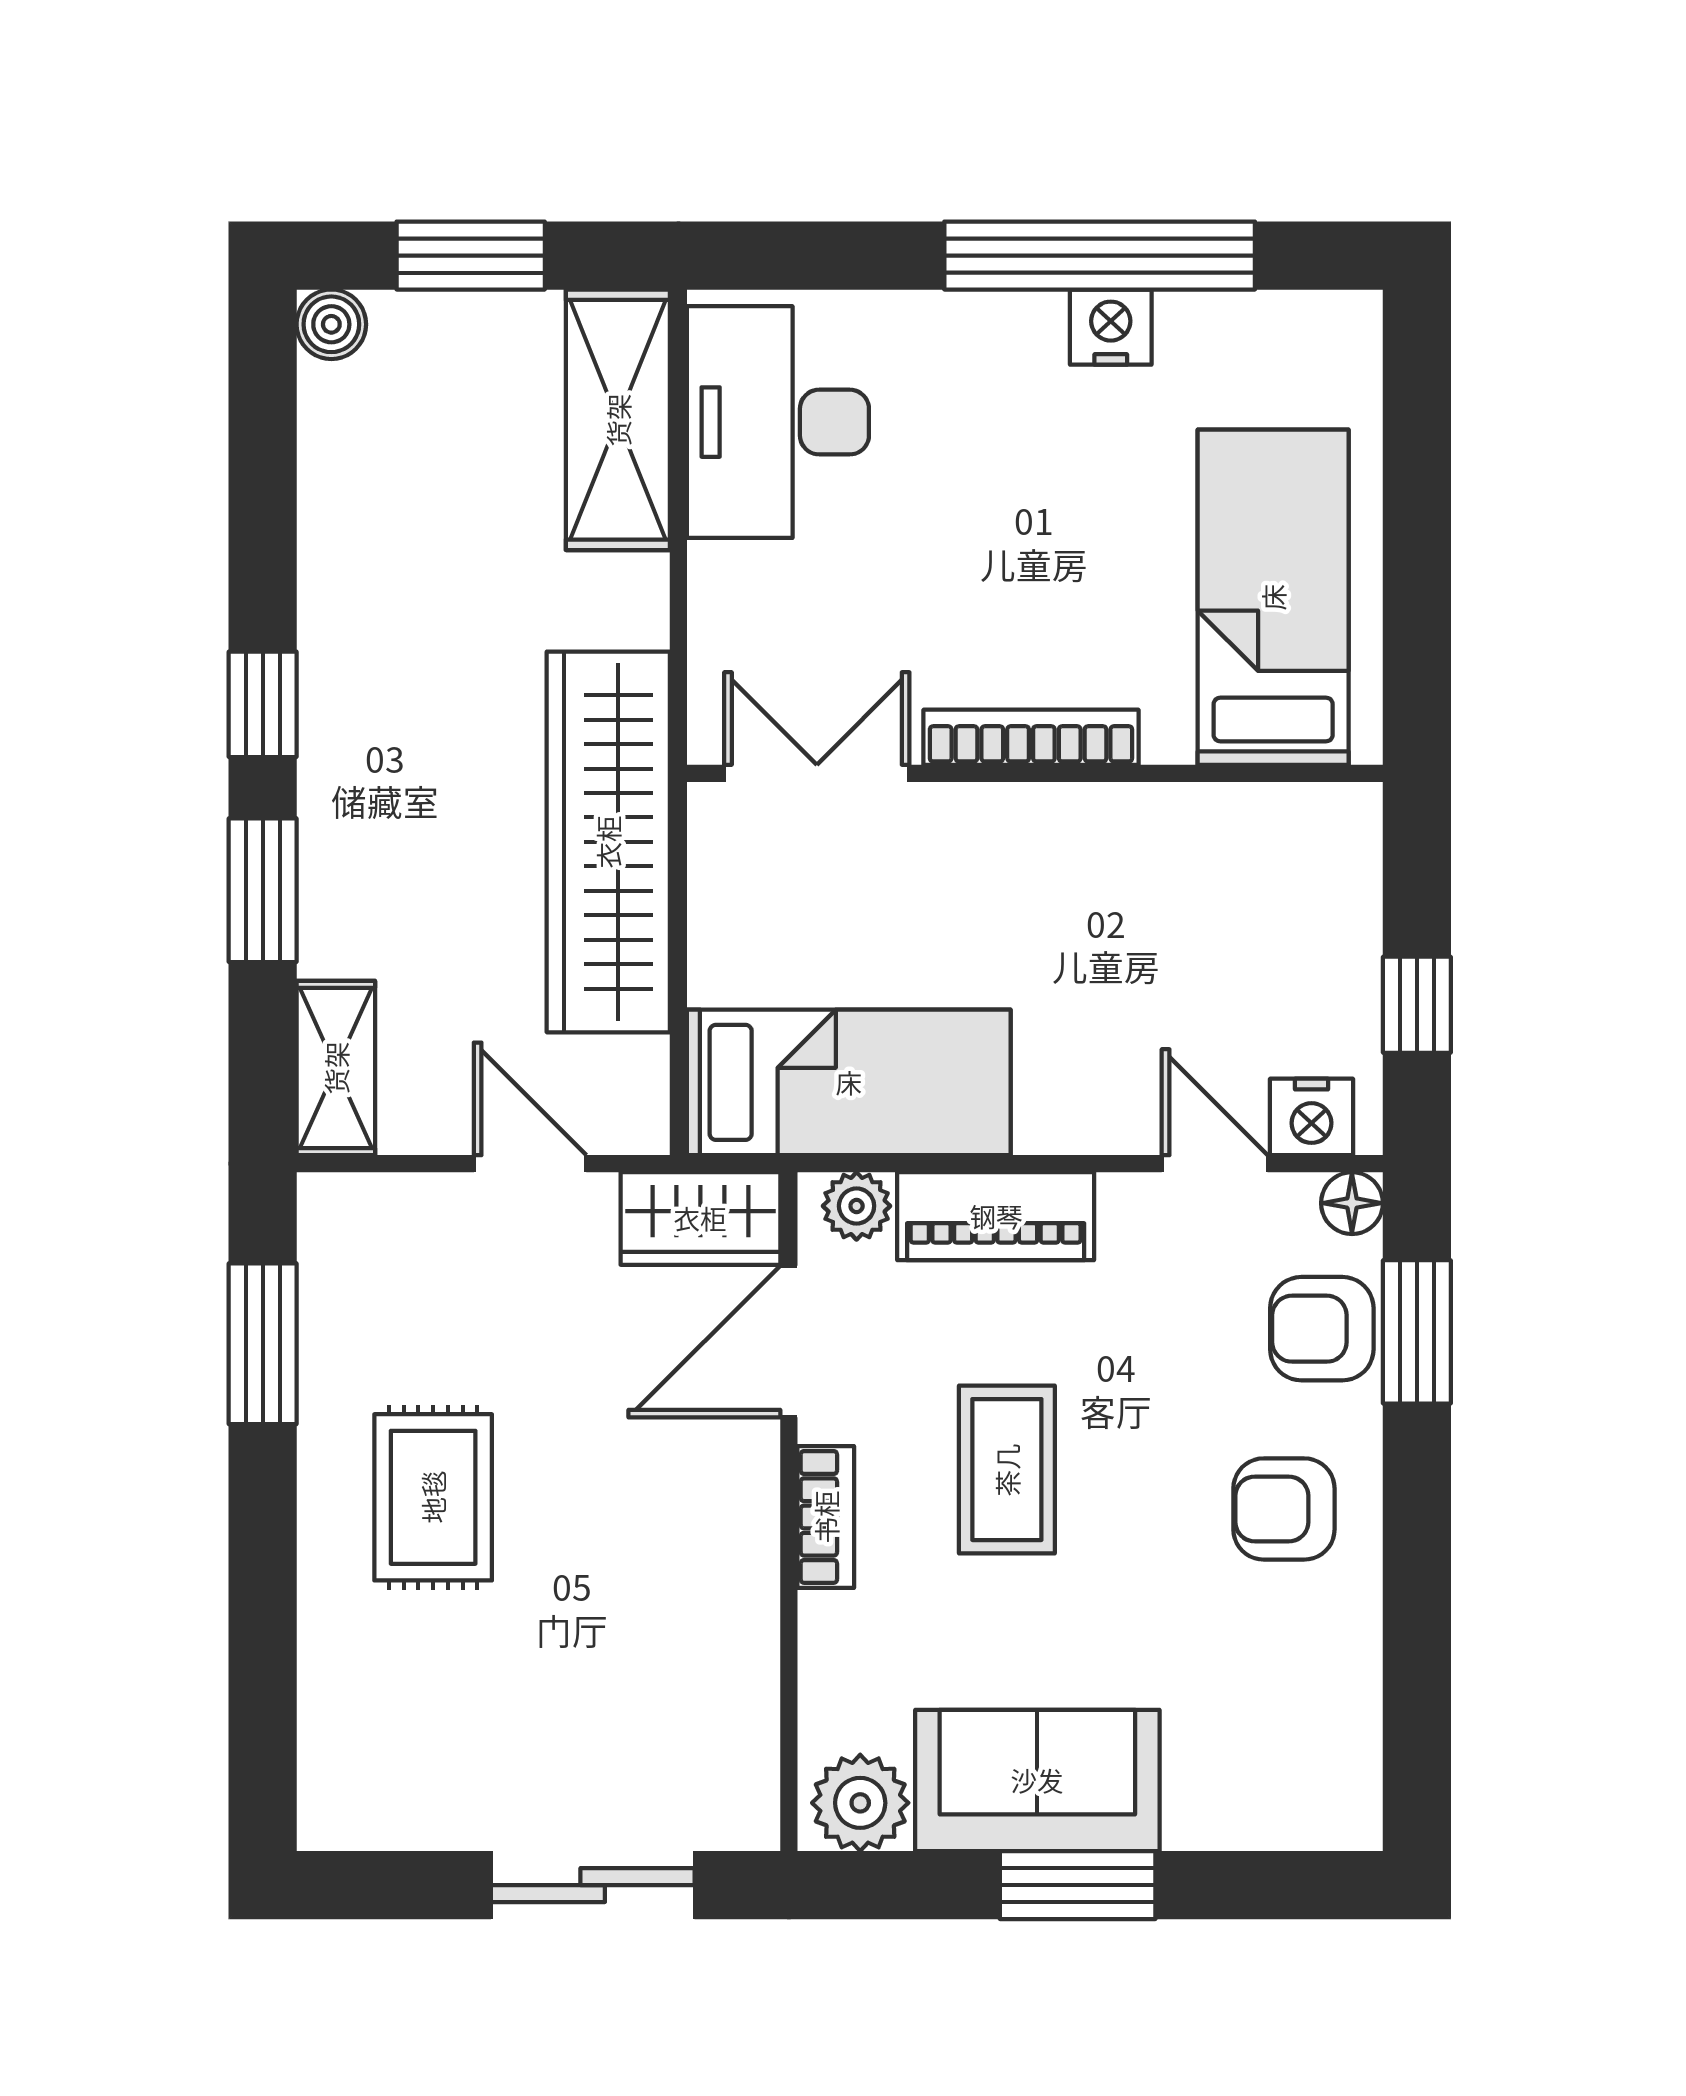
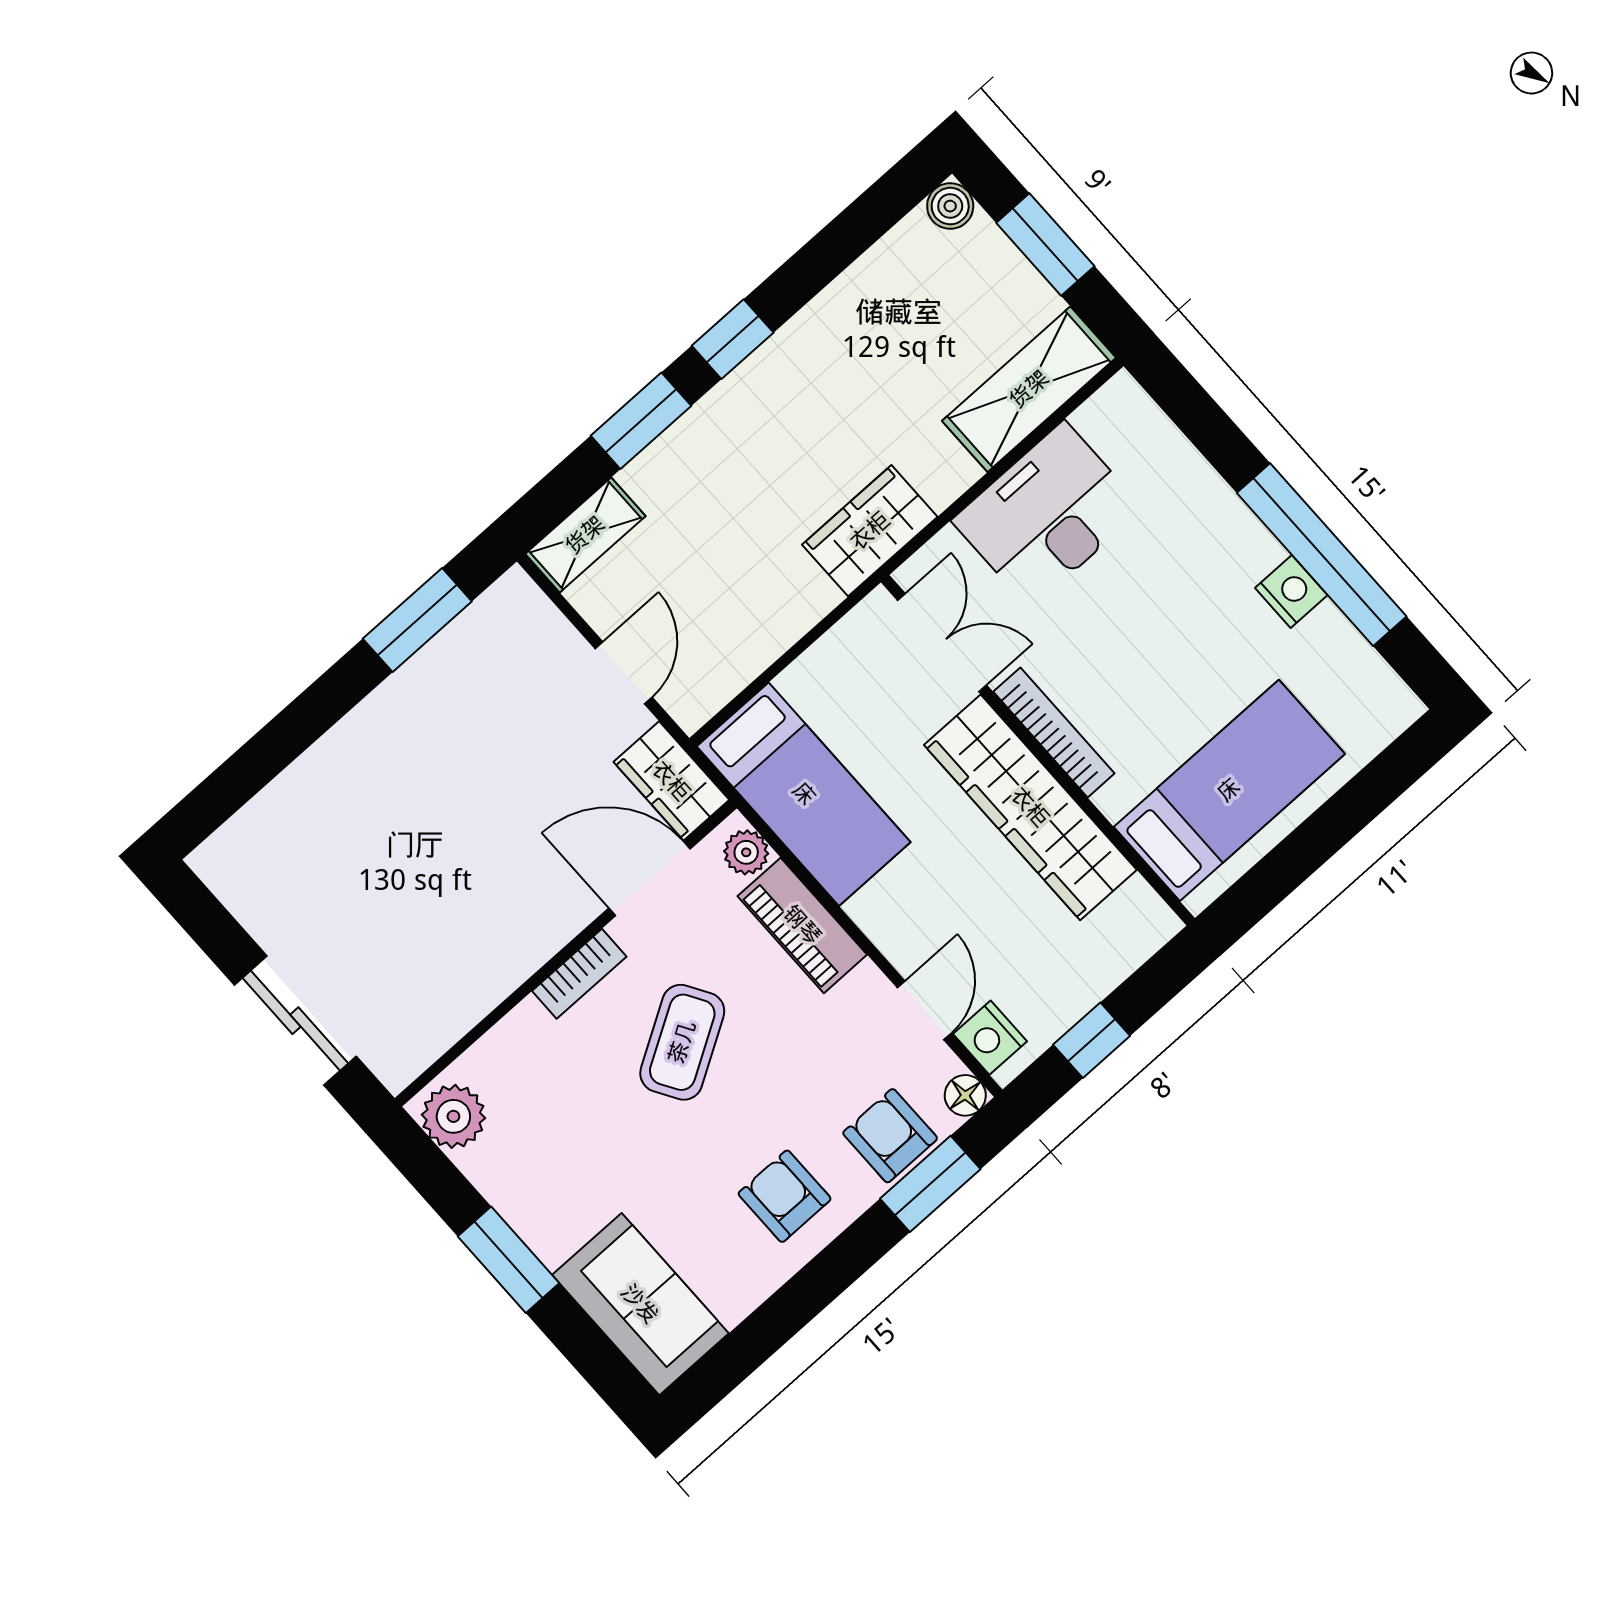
desk: (778, 422) -> (1047, 515), moved
wardrobe: (1092, 839) -> (1030, 807), added
wardrobe: (608, 842) -> (870, 531), width x0.48, depth x0.85
coffee table: (1007, 1470) -> (682, 1042), turned -31
rug: (433, 1497) -> (416, 772), removed
sofa: (1037, 1780) -> (640, 1304), moved

